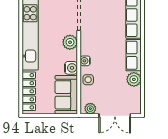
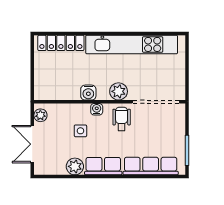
wheelchair: (93, 40) -> (122, 119), added
side table: (88, 80) -> (80, 131), moved
sofa: (66, 95) -> (57, 87), removed

